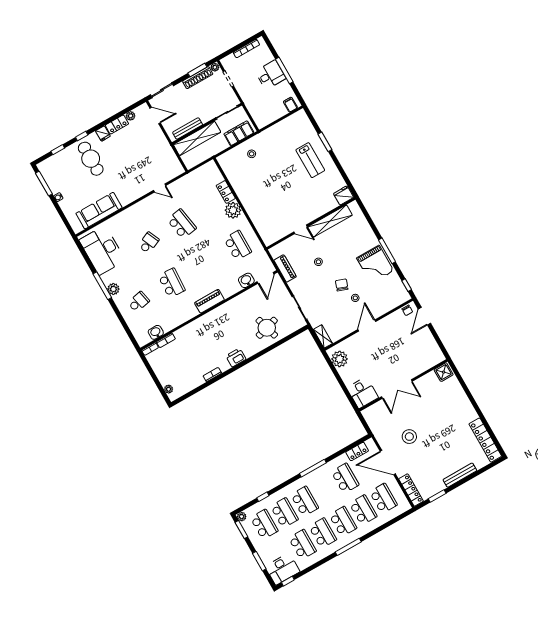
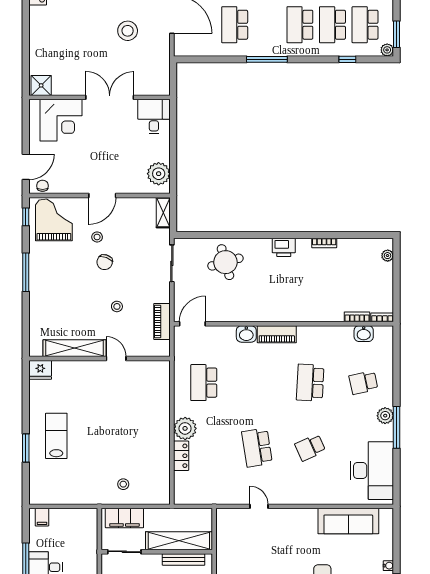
grand piano: (375, 264) -> (54, 220), moved
washbasin: (246, 280) -> (246, 334), moved
corner desk: (419, 358) -> (61, 120), added
locker: (357, 451) -> (201, 49), removed

